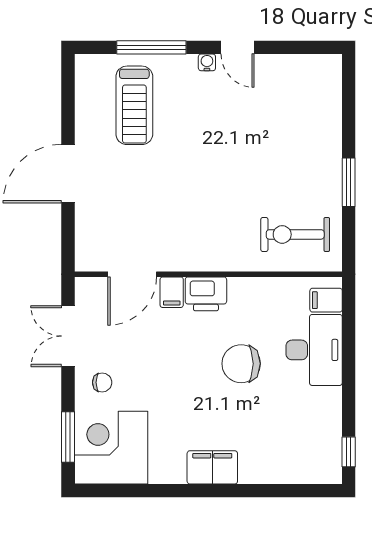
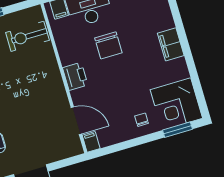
exercise bike: (295, 234) -> (27, 36), turned 90
filing cabinet: (172, 292) -> (91, 142), moved, turned -90
double door: (68, 336) -> (121, 146), removed

